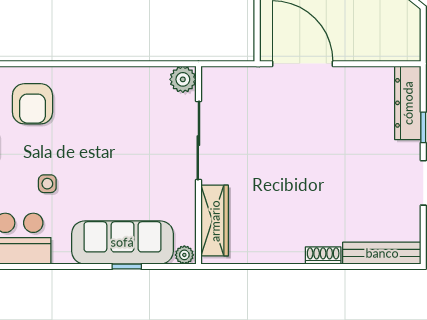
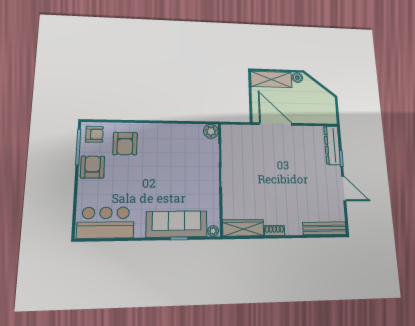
side table: (47, 184) -> (132, 189), removed
wardrobe: (215, 221) -> (243, 228), moved, turned -90
shoe rack: (323, 255) -> (274, 230), moved

